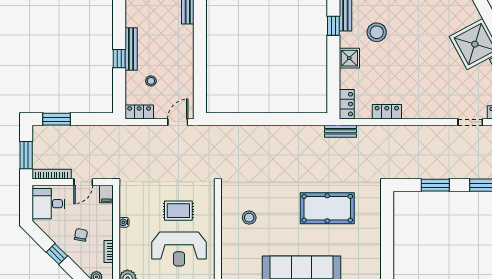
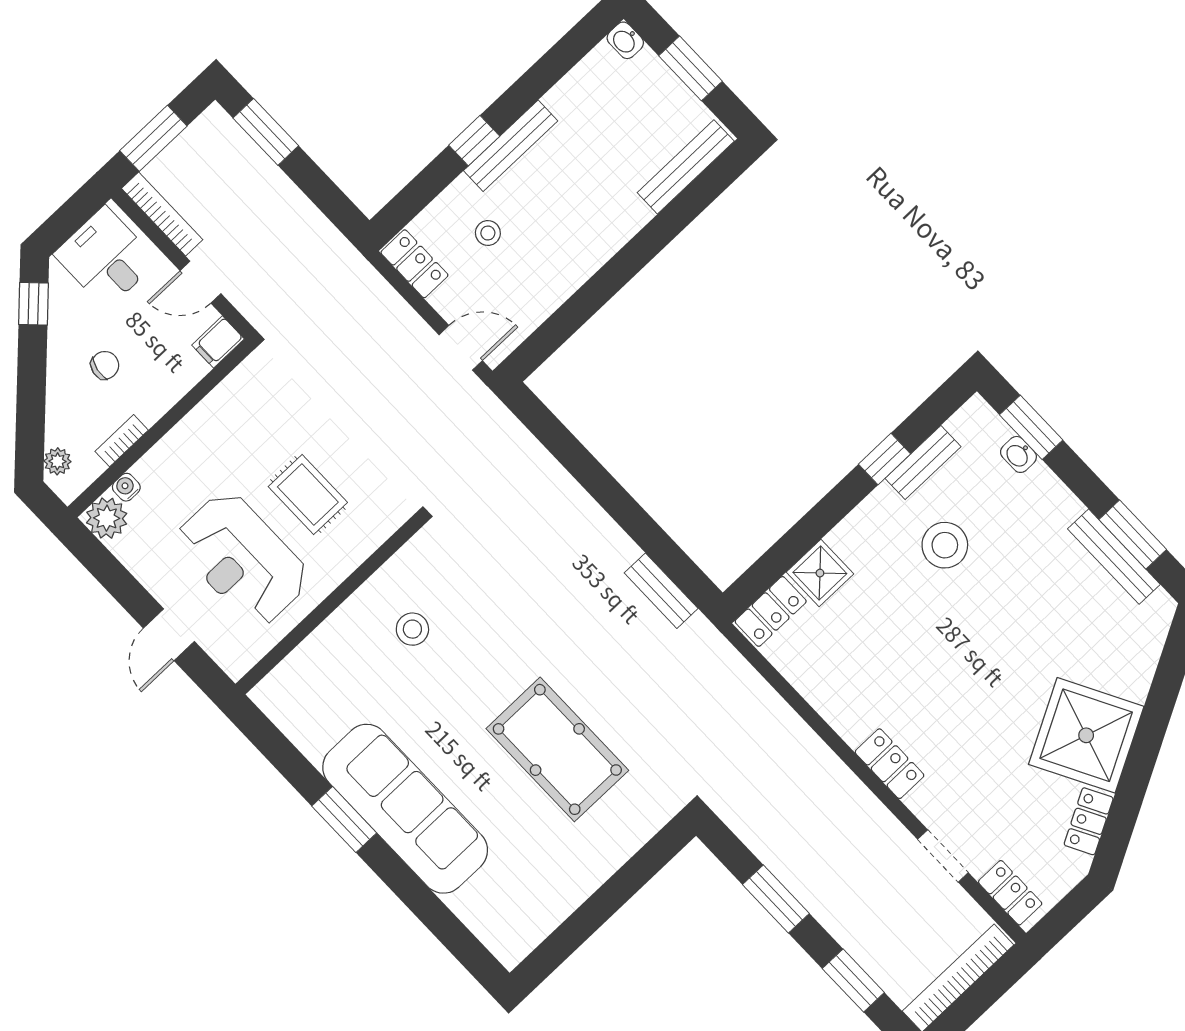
shower: (349, 58) -> (820, 573), moved
locker: (387, 112) -> (890, 764), moved
bench: (341, 131) -> (661, 591), moved
water cooler: (124, 222) -> (126, 487), moved
window: (57, 254) -> (33, 304), moved

